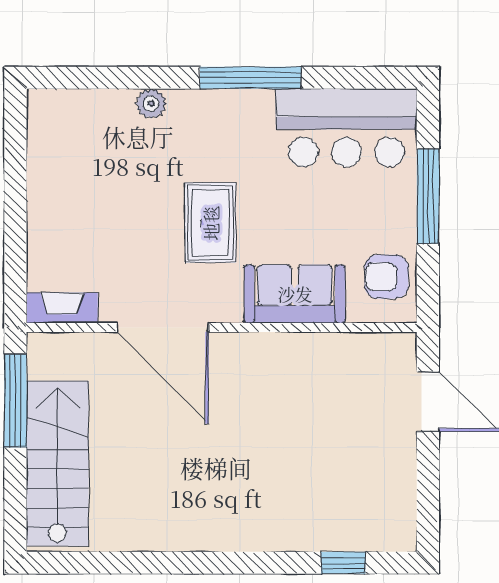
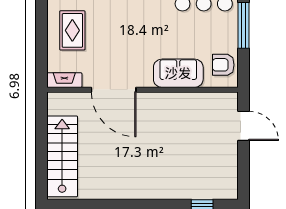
rug: (211, 223) -> (72, 30), moved
window: (15, 401) -> (42, 126), removed

